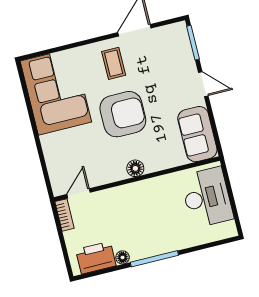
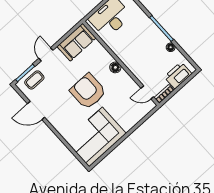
coffee table: (114, 63) -> (34, 80), moved
printer: (96, 258) -> (178, 75), moved, turned 90

